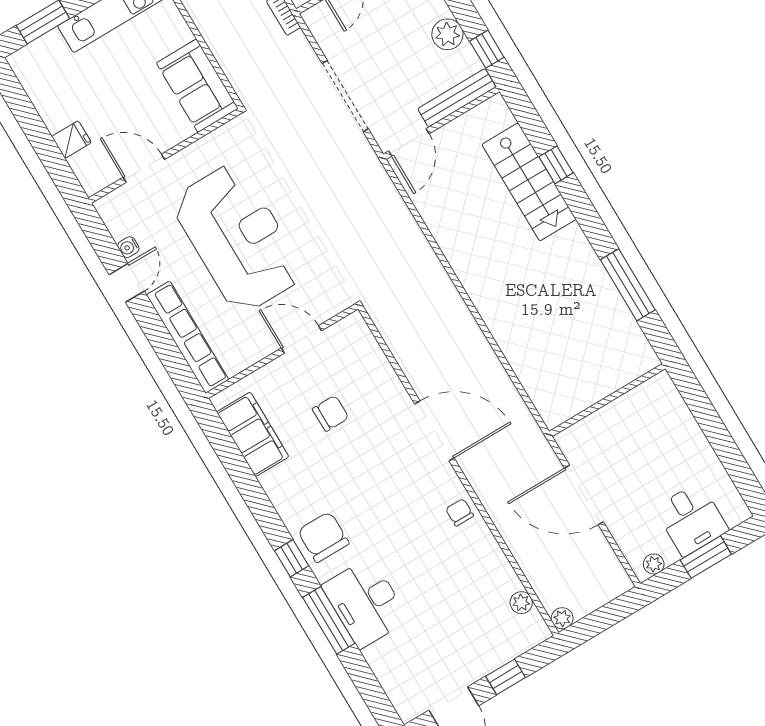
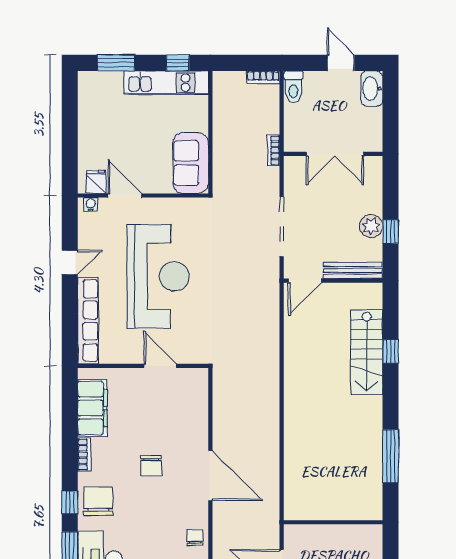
window: (487, 49) -> (391, 232), moved
fridge: (71, 140) -> (96, 182), moved, turned -90
water cooler: (128, 247) -> (91, 204), moved, turned 90
chair: (331, 413) -> (151, 466), moved, turned 90
bookcase: (275, 493) -> (84, 455), added

